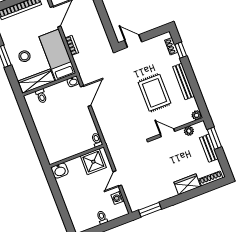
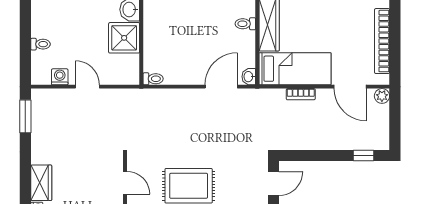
stool: (24, 56) -> (311, 21), removed
door: (86, 96) -> (221, 87), swing flipped
door: (168, 133) -> (125, 183), hinge flipped
shower: (93, 162) -> (124, 38), moved

